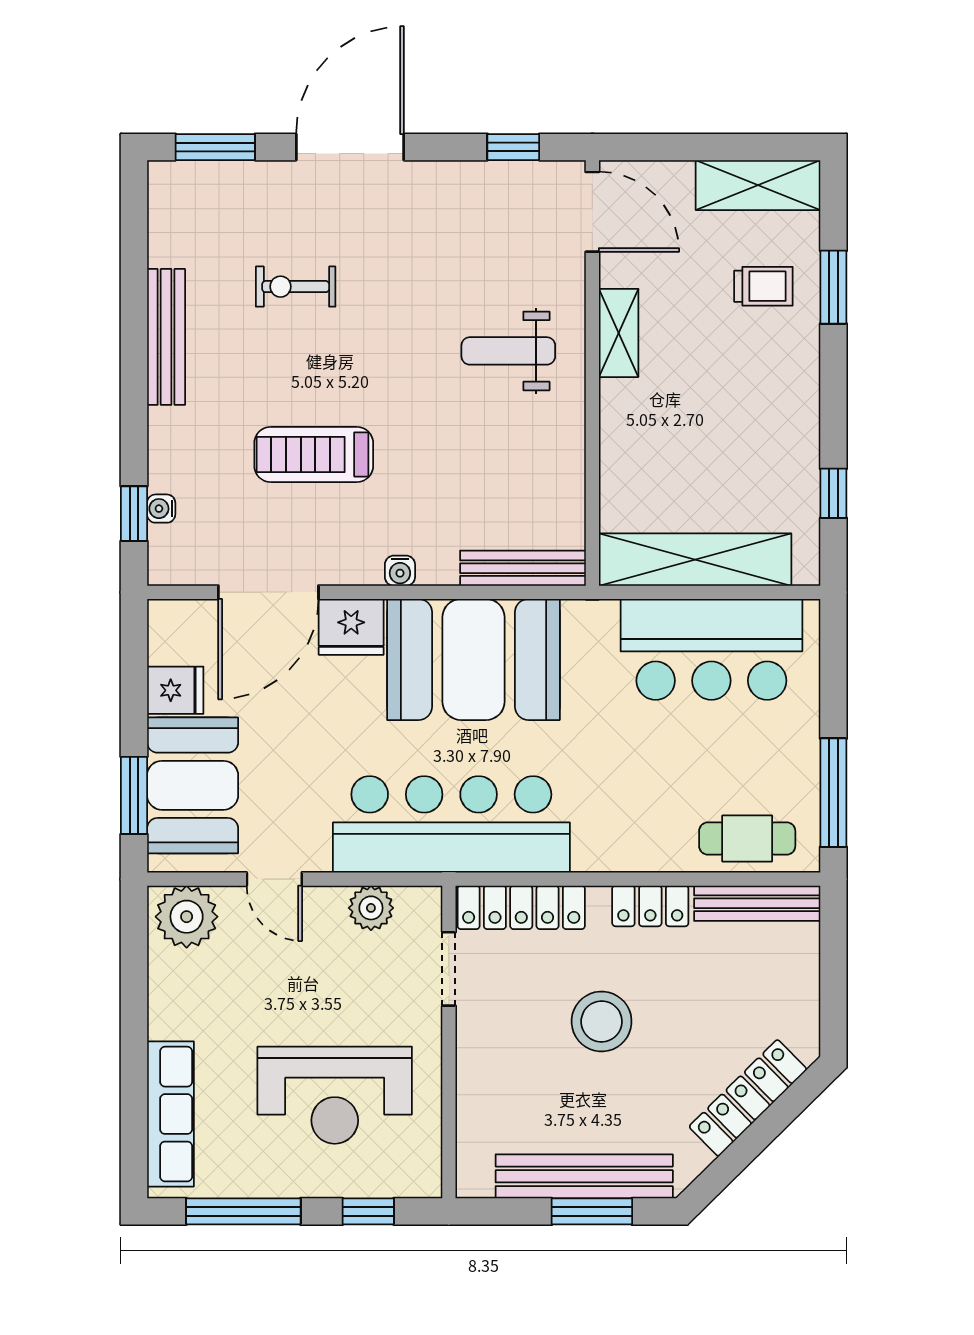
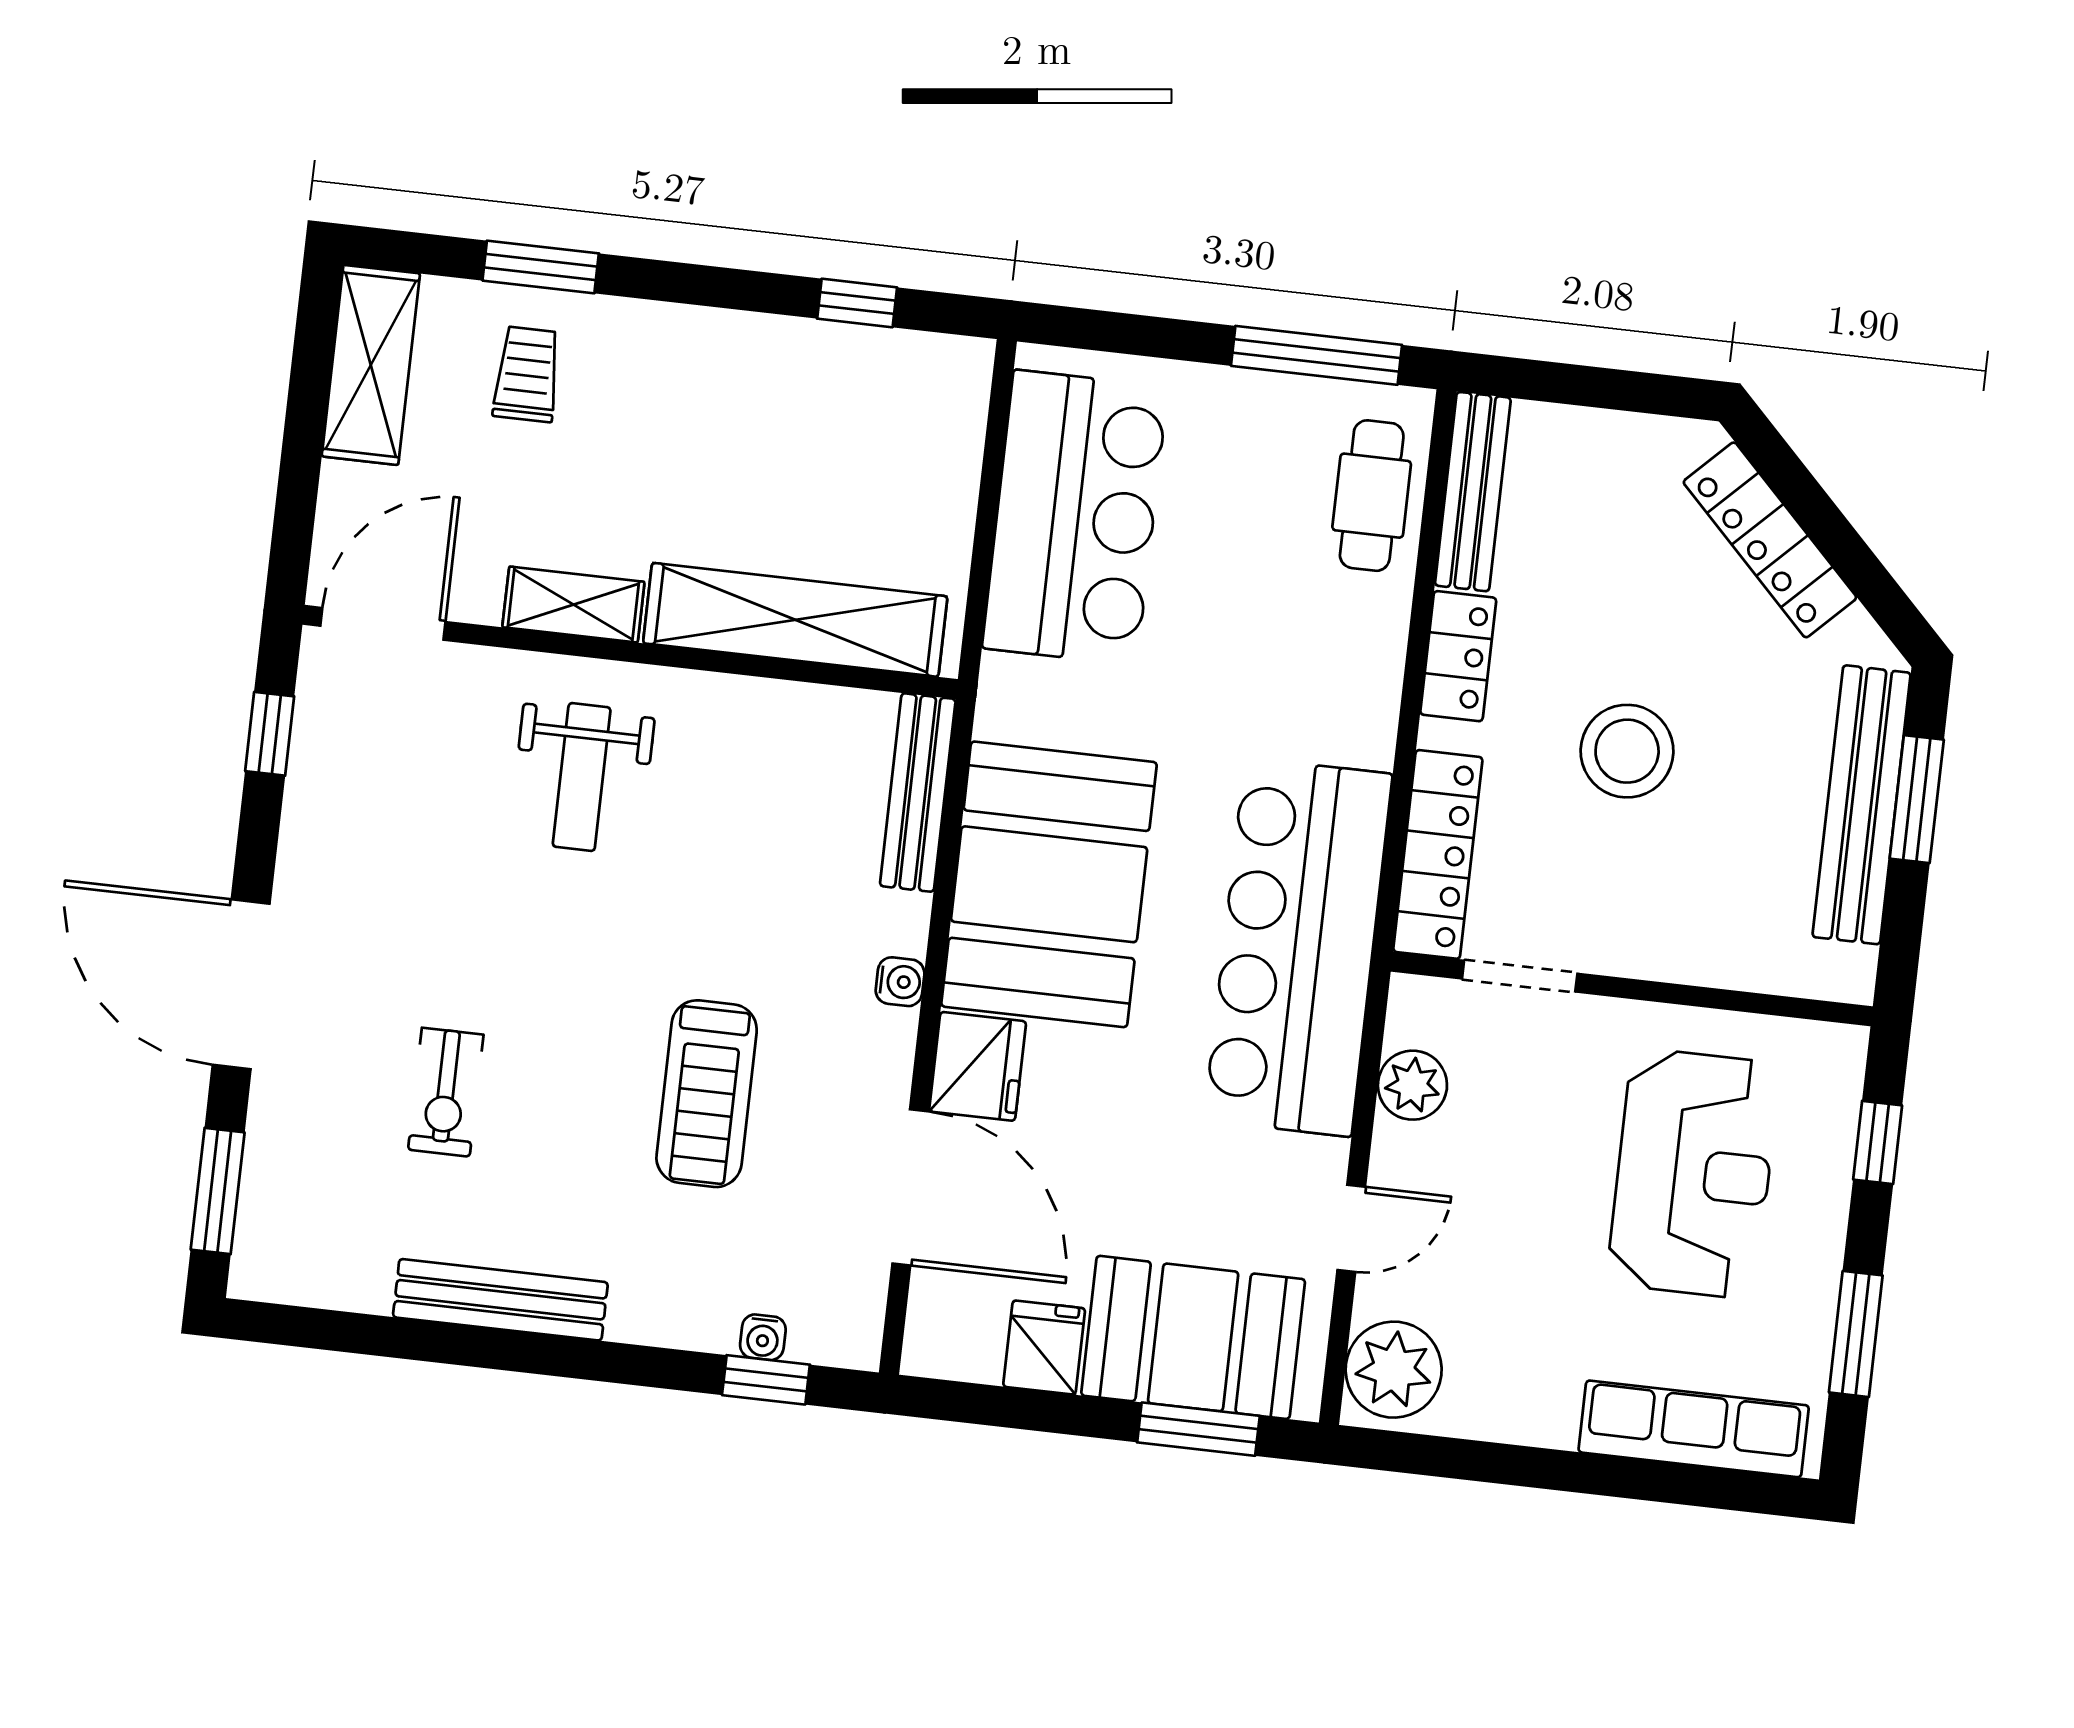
shelving: (695, 560) -> (795, 620), moved, turned 90
window: (243, 1211) -> (1856, 1334), width x0.69

